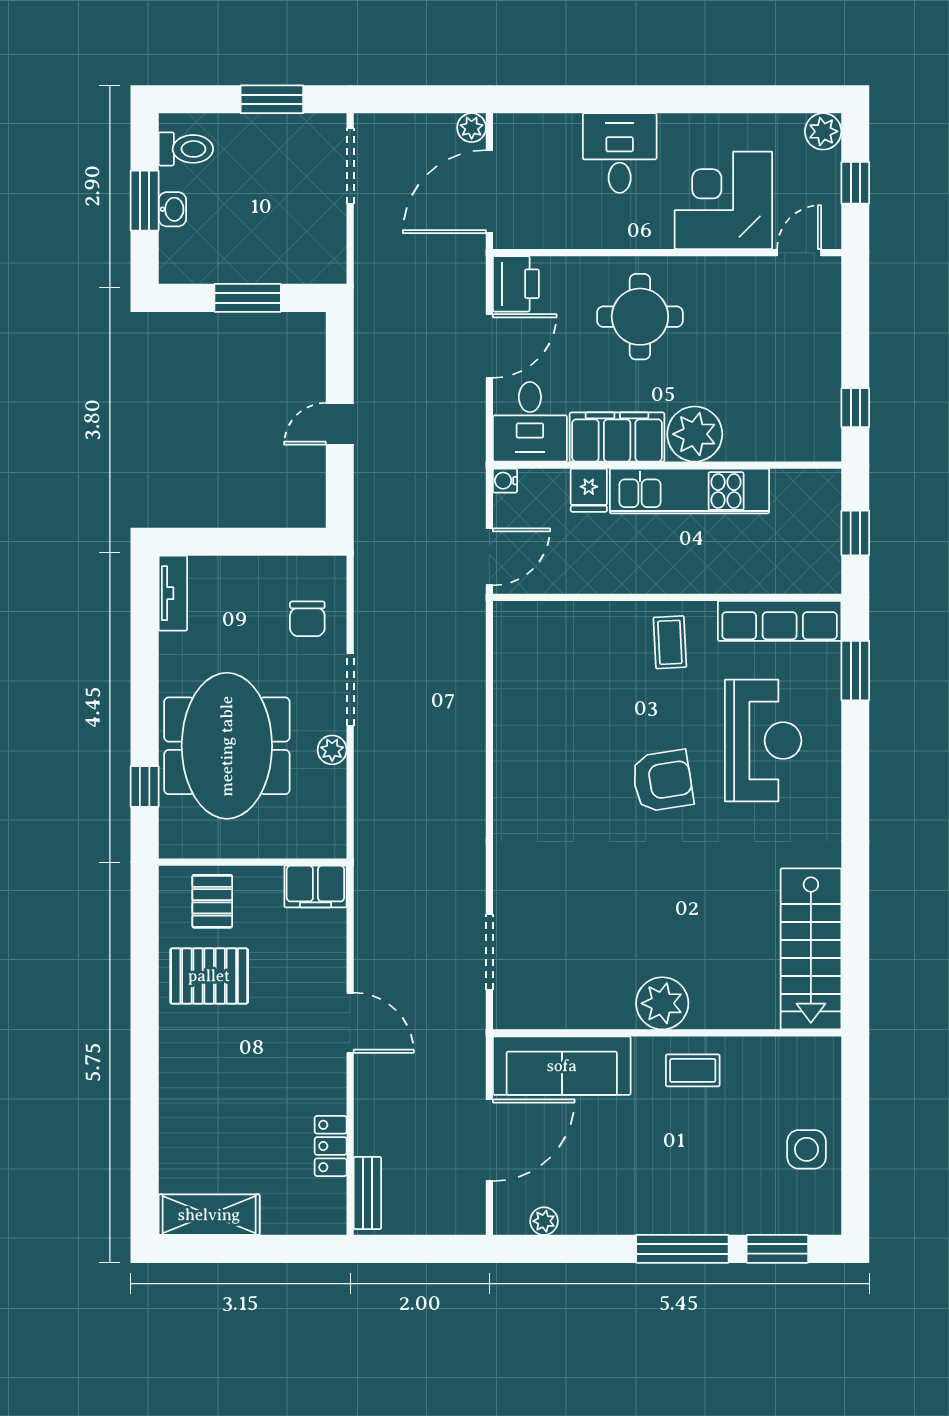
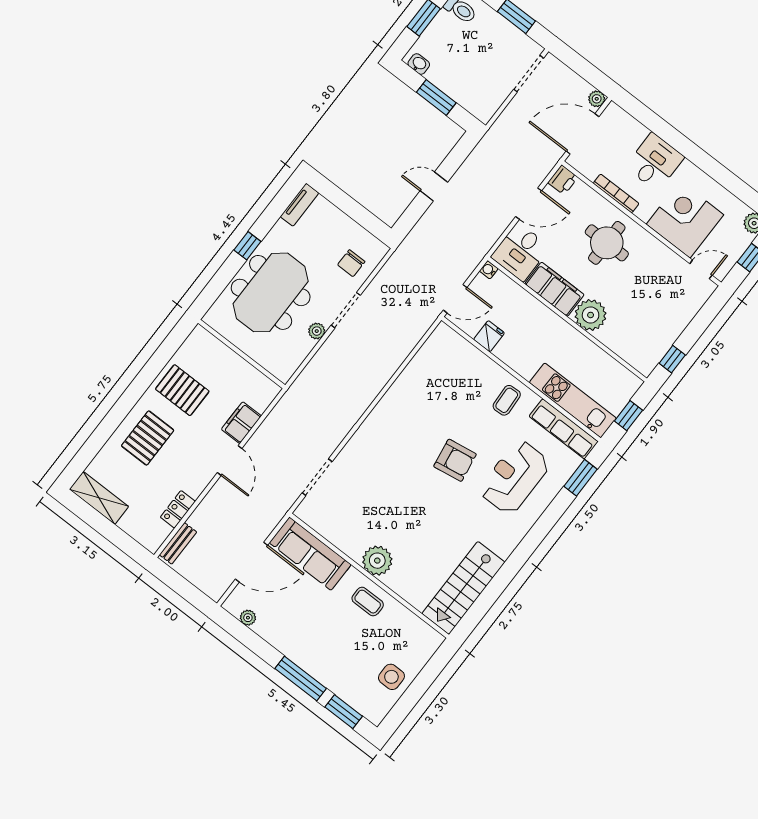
washbasin: (172, 209) -> (419, 64), moved, turned -90
bookcase: (600, 238) -> (616, 193), added
printer: (516, 284) -> (563, 180), width x0.73, depth x0.81
fridge: (589, 490) -> (489, 336), moved, turned 180
kitchen unit: (689, 491) -> (573, 400), moved, turned 180
reception desk: (763, 741) -> (515, 477), turned 180
window: (145, 787) -> (247, 246), moved
filing cabinet: (315, 886) -> (241, 423), moved, turned 90
pallet: (212, 901) -> (148, 438), moved, width x1.50, depth x1.42

